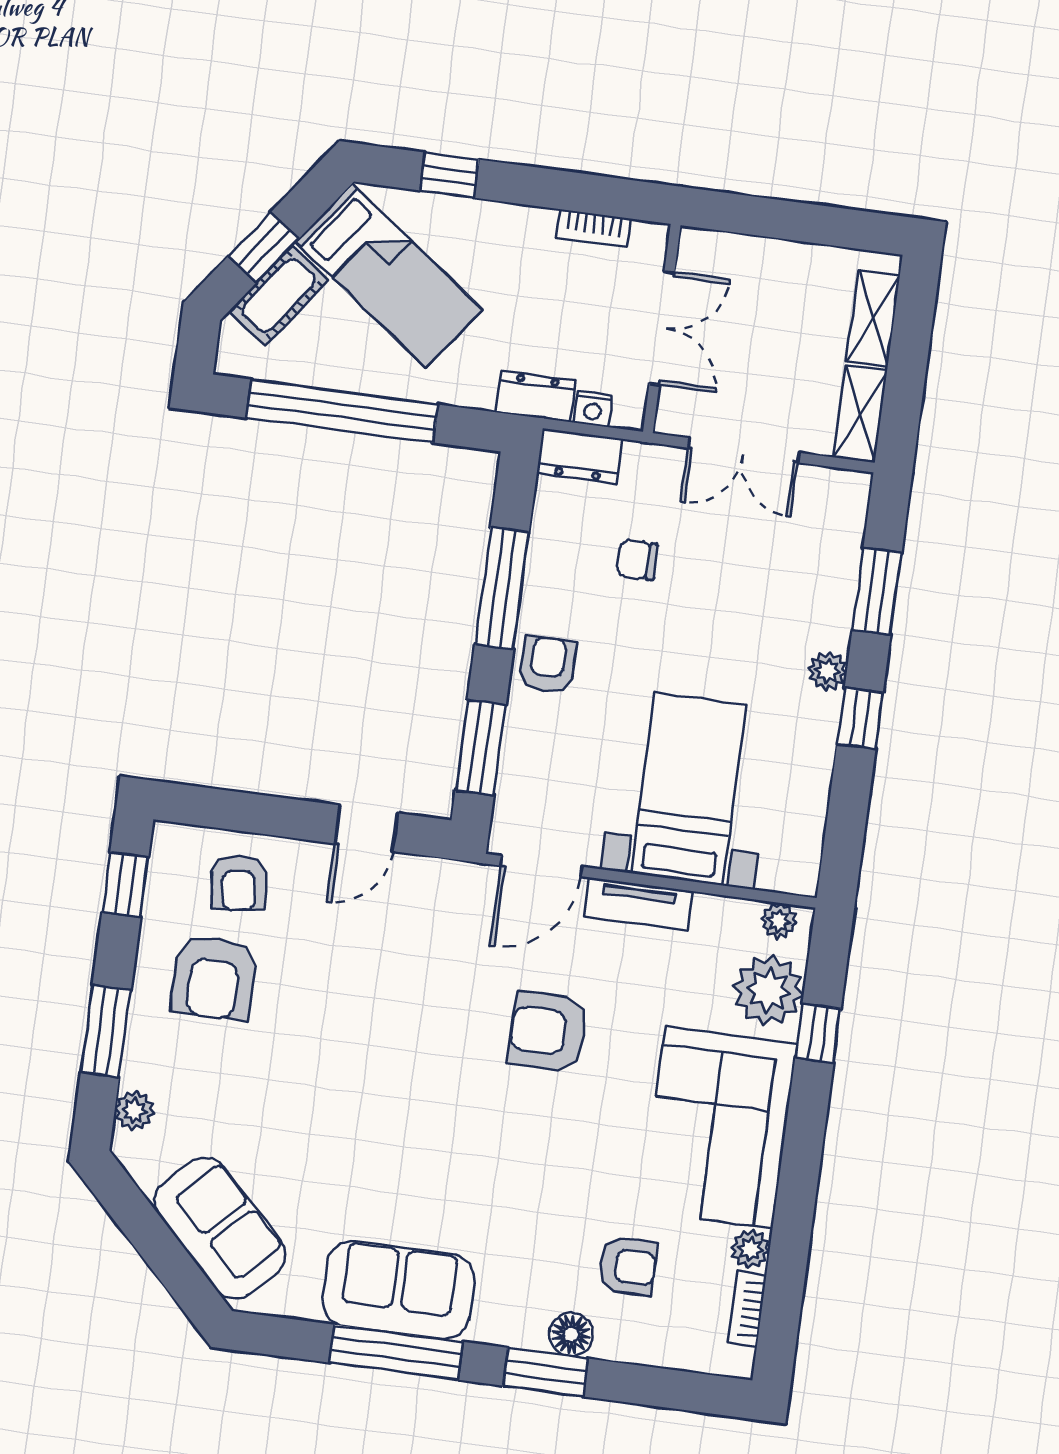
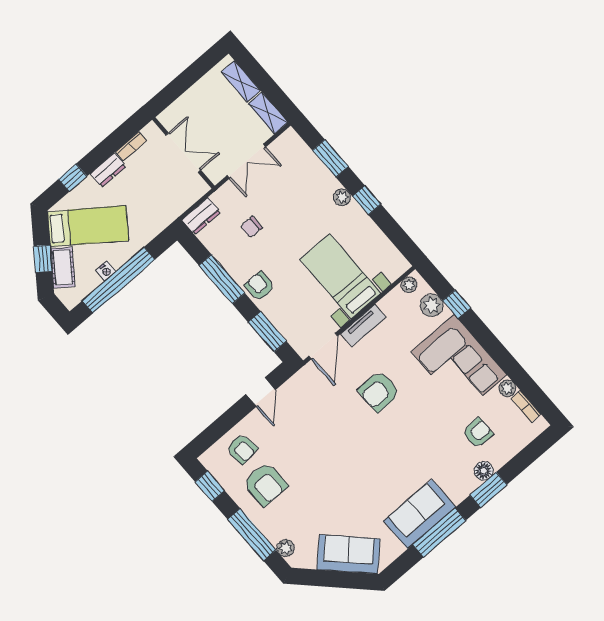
dresser: (536, 396) -> (108, 170), moved, turned 180
nightstand: (593, 409) -> (106, 271), moved
plant: (769, 990) -> (432, 305), width x0.73, depth x0.73
window: (106, 1031) -> (252, 535), width x1.44

